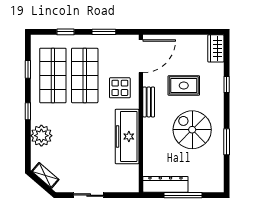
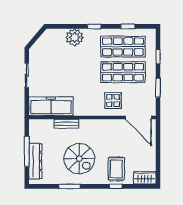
rug: (184, 85) -> (116, 169), moved
bench: (149, 102) -> (66, 124), moved
spiral stairs: (192, 130) -> (79, 159), turned 90
freezer: (127, 136) -> (51, 106), moved
shelving: (45, 175) -> (43, 40), removed
dresser: (165, 184) -> (35, 161), moved

